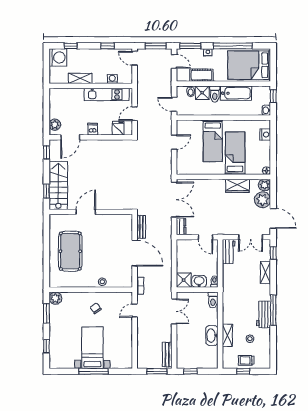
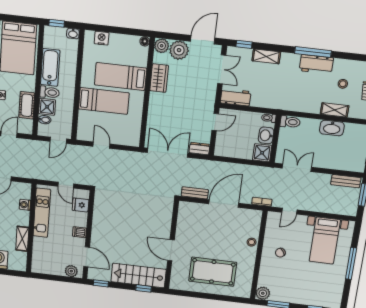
door: (135, 311) -> (289, 211), hinge flipped
bed with nightstands: (92, 348) -> (325, 241), moved, turned -90

